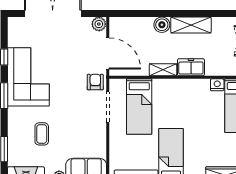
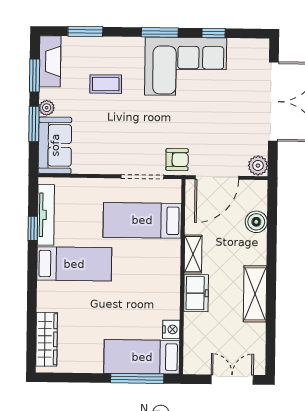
boiler: (162, 25) -> (256, 222), moved

